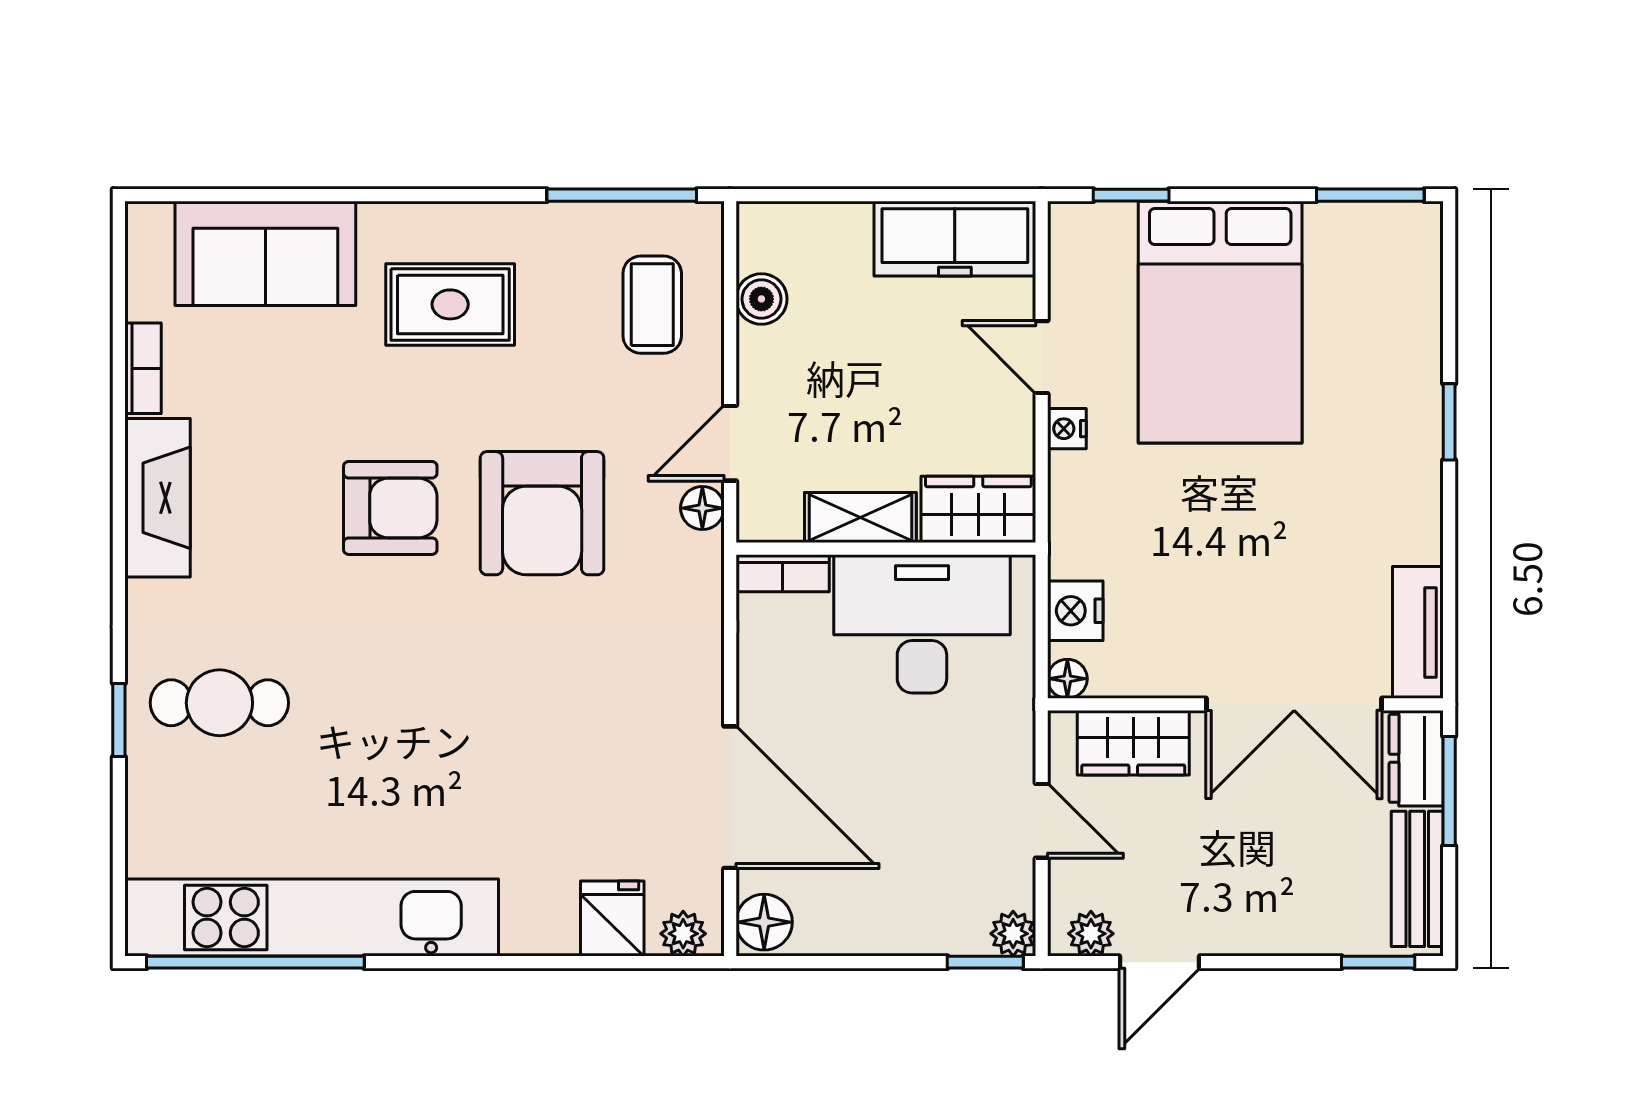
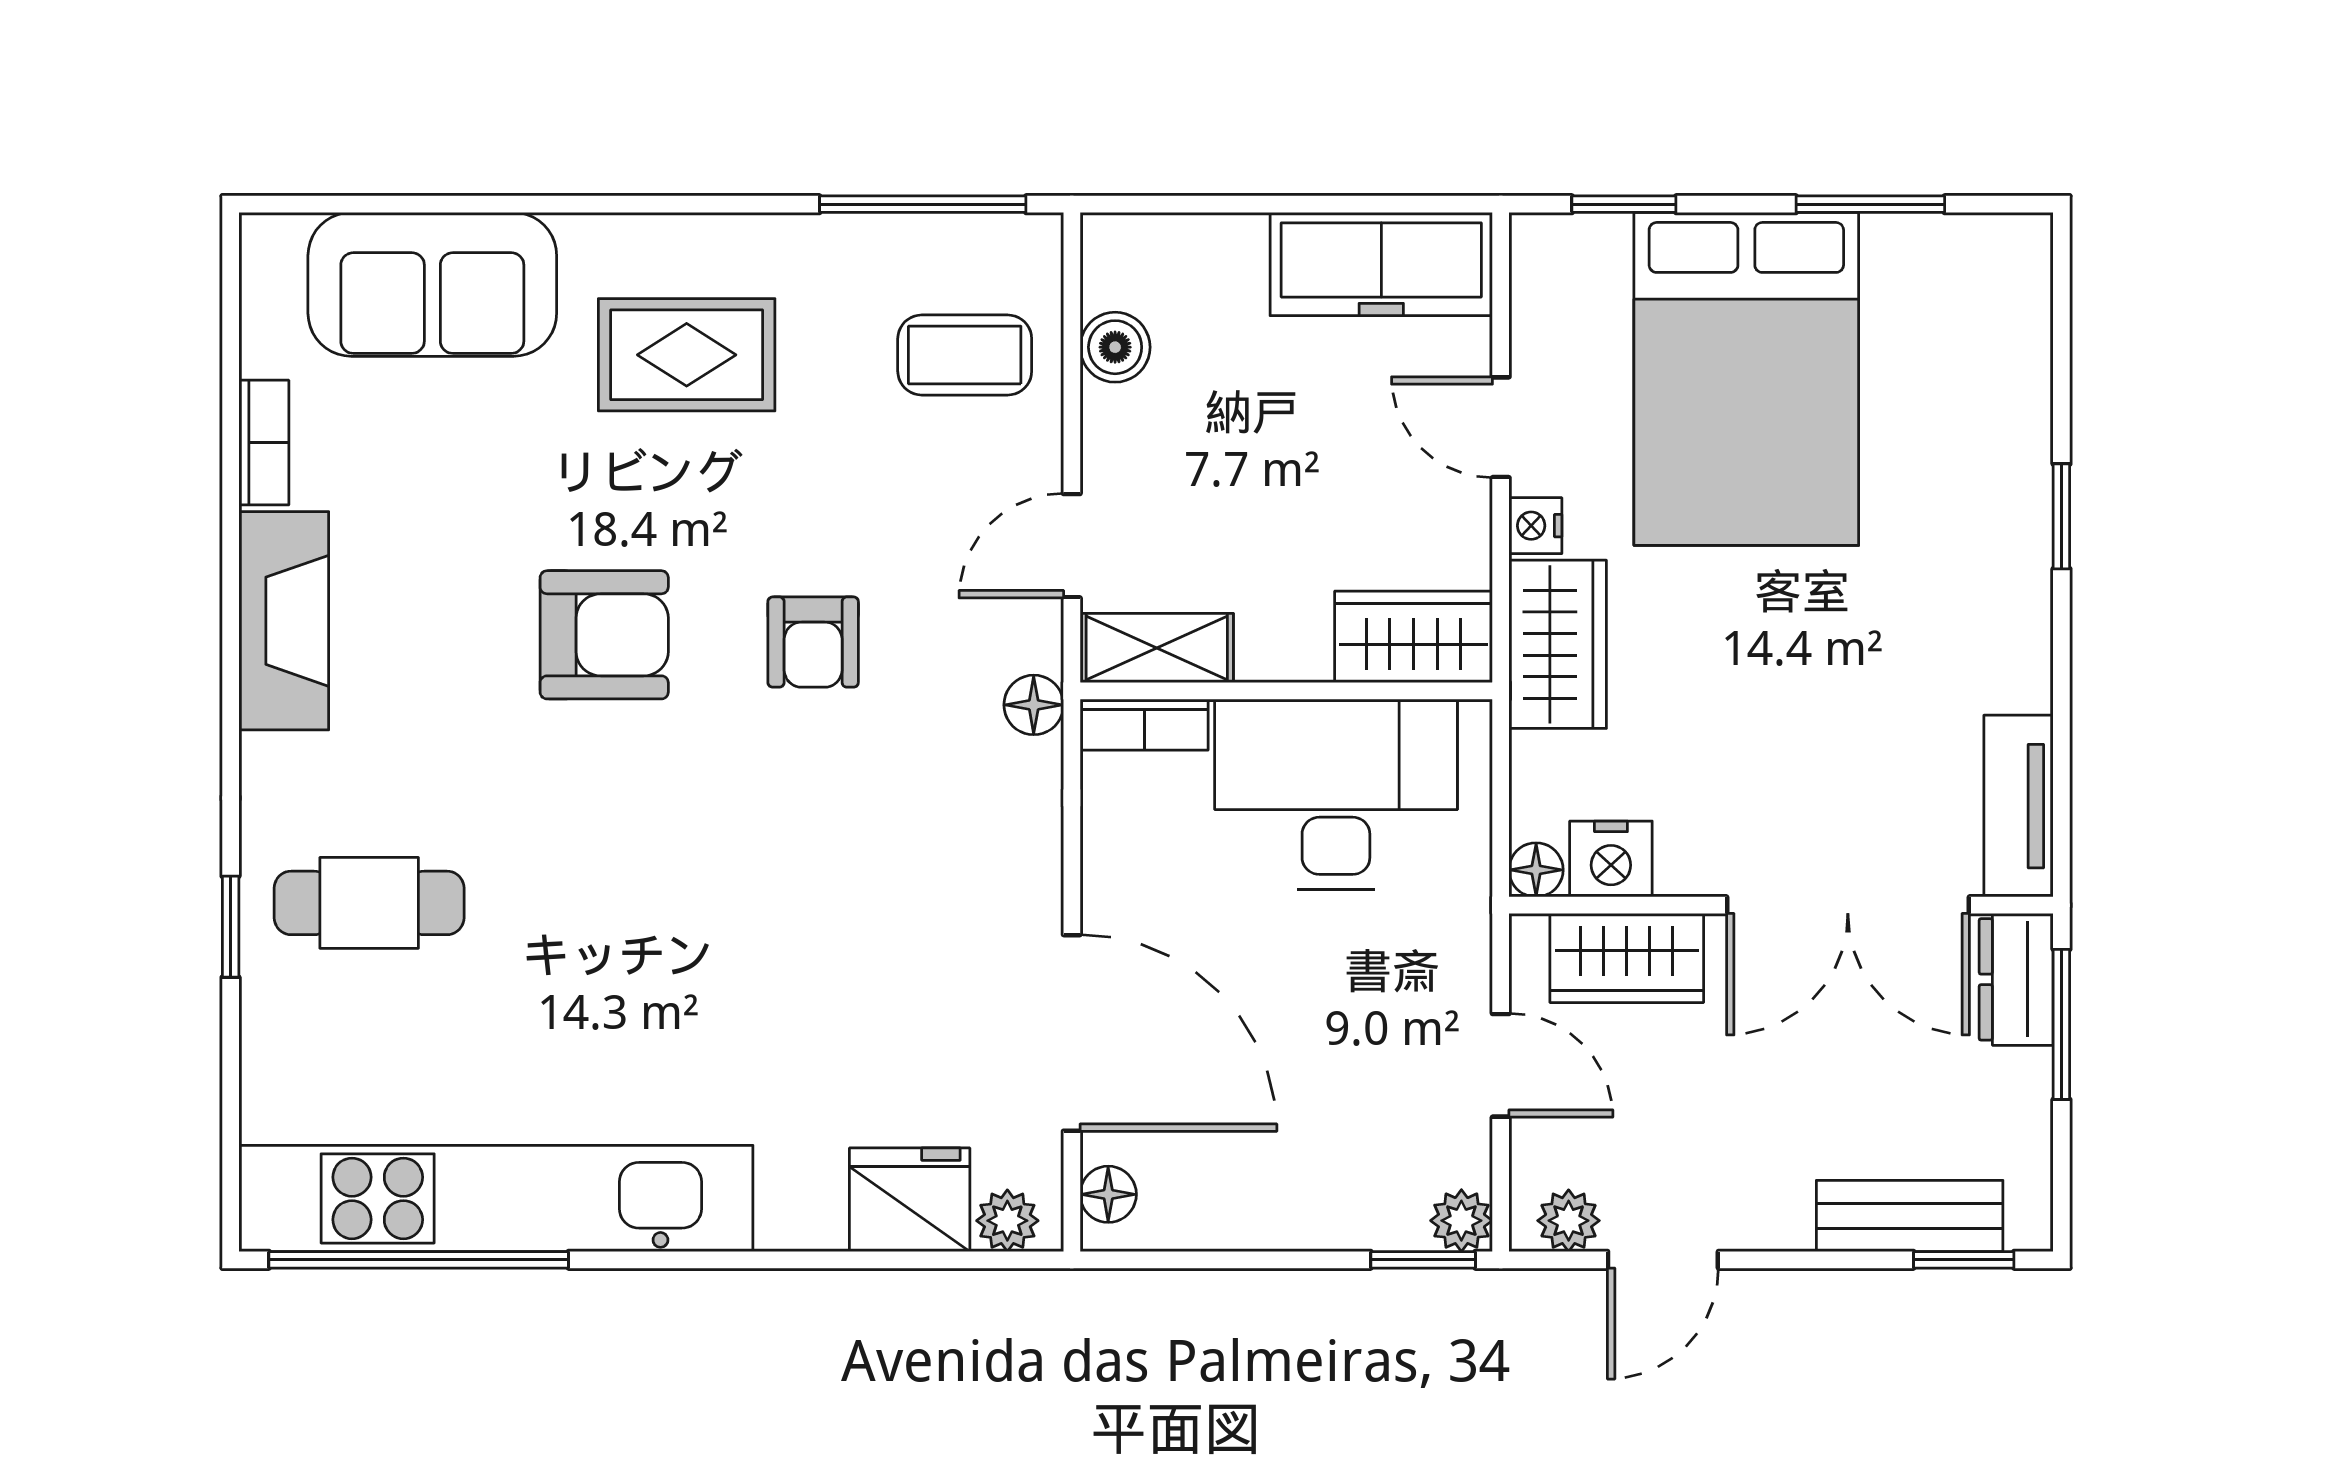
window: (1370, 195) -> (1870, 204), moved
coffee table: (652, 305) -> (965, 355), turned 90
floor lamp: (702, 508) -> (1034, 705), moved
armchair: (542, 513) -> (813, 642), width x0.53, depth x0.53
wardrobe: (1083, 515) -> (1558, 644), added
shelving: (860, 518) -> (1157, 648), moved
nightstand: (1075, 611) -> (1611, 859), moved, turned -90
bench: (1417, 879) -> (1910, 1216), moved, turned 90
fridge: (612, 918) -> (910, 1200), width x1.38
floor lamp: (764, 922) -> (1108, 1194), width x0.73, depth x0.73

